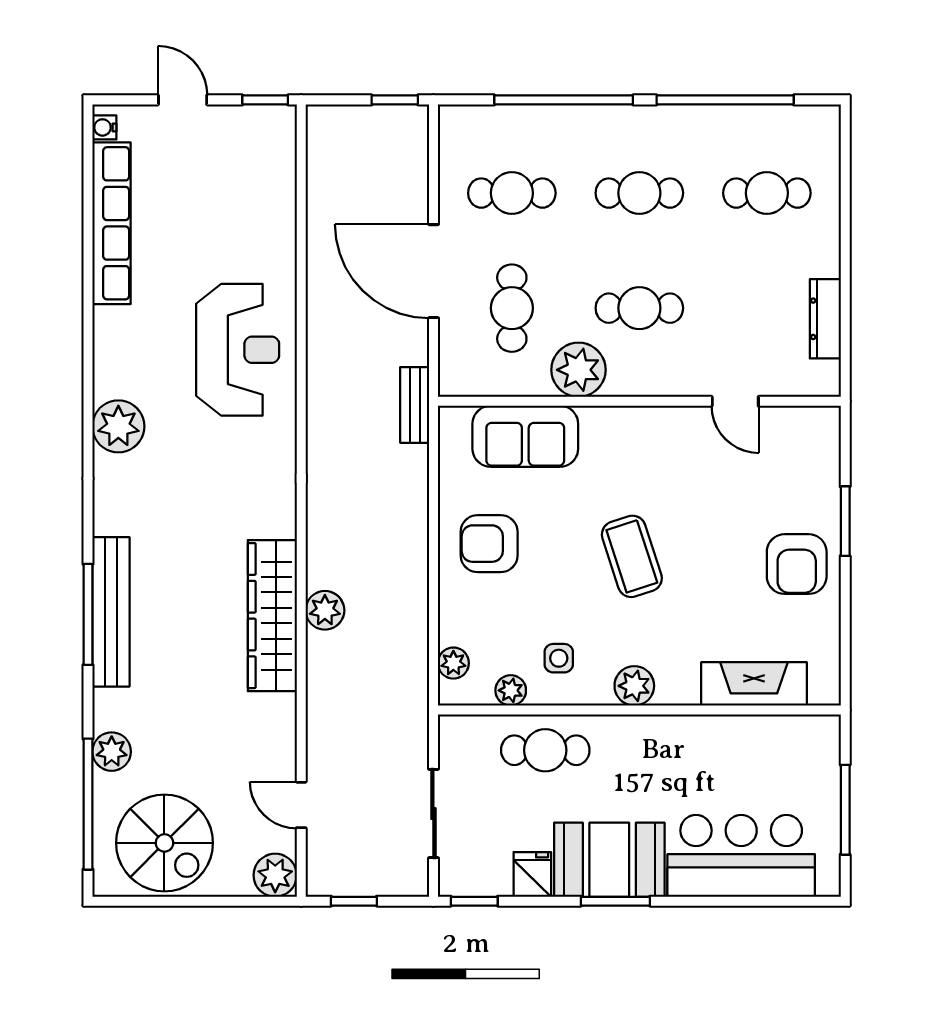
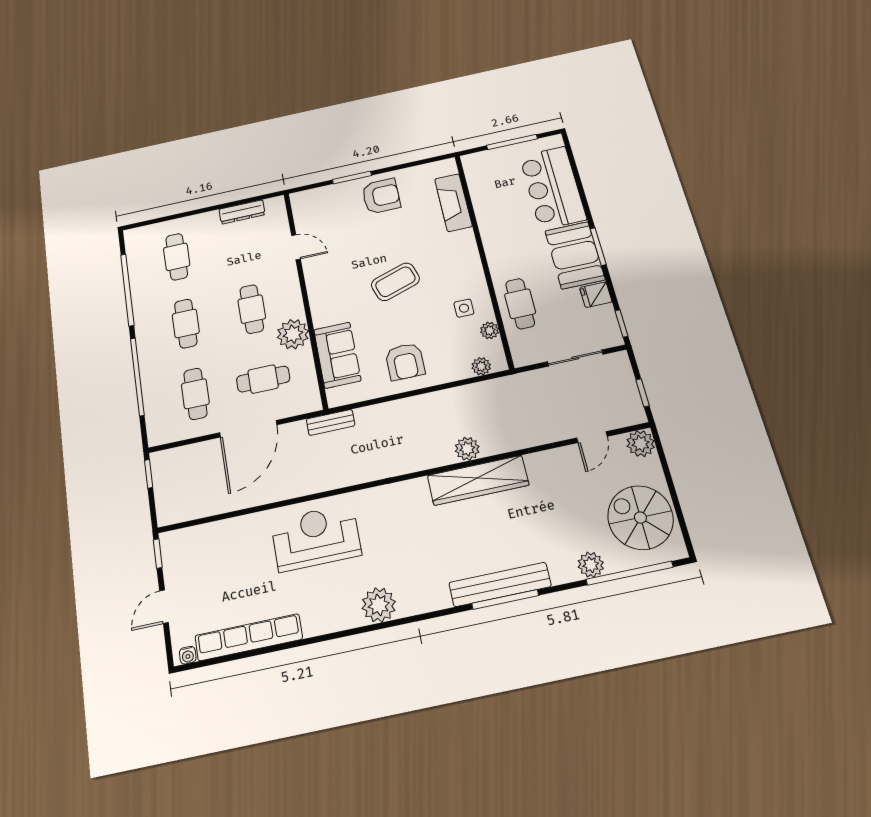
door: (735, 401) -> (296, 247), hinge flipped
plant: (634, 686) -> (470, 264), removed
spiral stairs: (164, 843) -> (640, 518), turned -90

